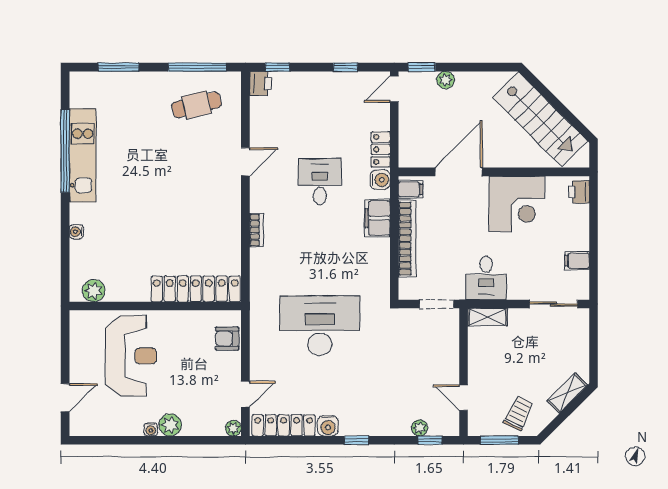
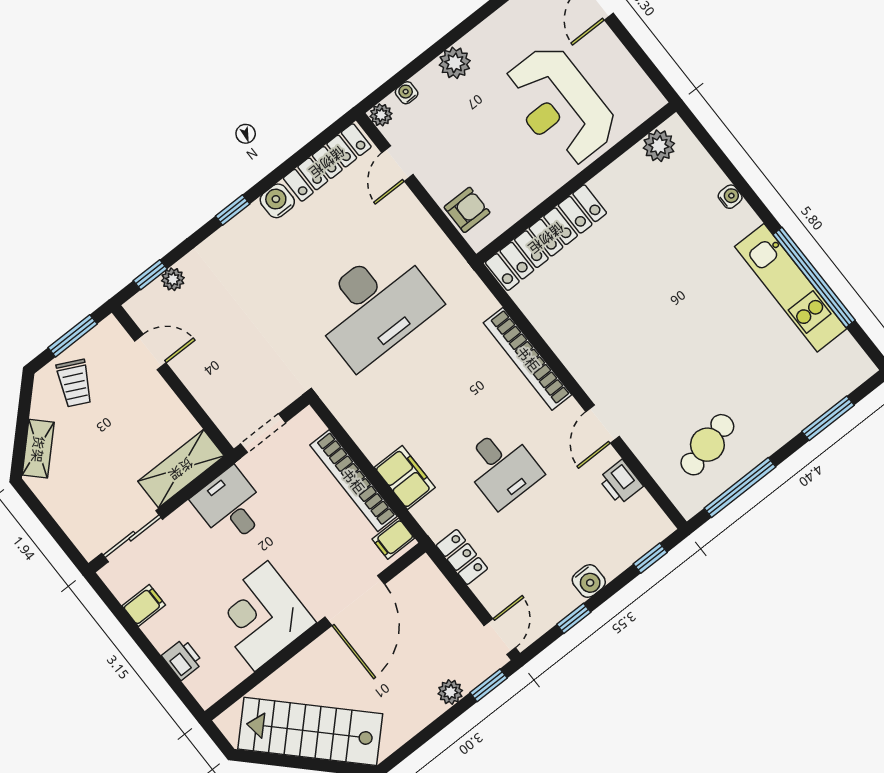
printer: (261, 83) -> (621, 482), moved
water cooler: (380, 180) -> (589, 581), moved, turned -90
printer: (579, 192) -> (182, 659), moved
bookcase: (256, 230) -> (528, 359), width x2.31, depth x1.31
shelving: (487, 317) -> (181, 469), width x1.50, depth x1.33
water cooler: (151, 429) -> (407, 93), moved

